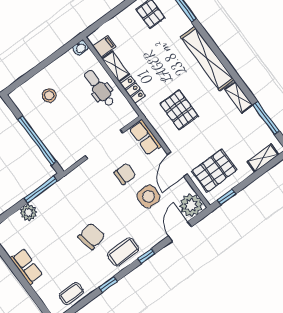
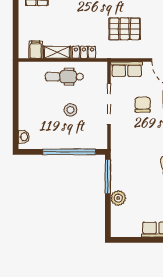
washbasin: (81, 48) -> (24, 137), moved
stool: (49, 95) -> (70, 110), moved

